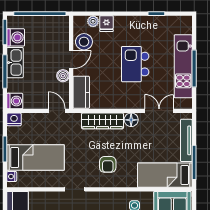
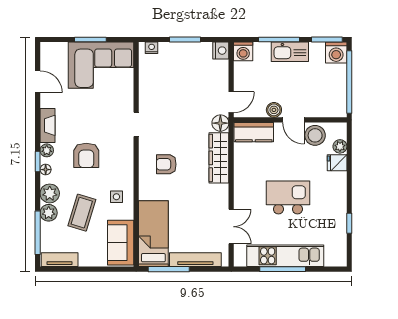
washing machine: (16, 37) -> (336, 53), moved
floor lamp: (131, 120) -> (220, 123), moved
bed: (36, 157) -> (175, 77), removed

